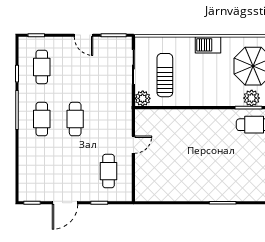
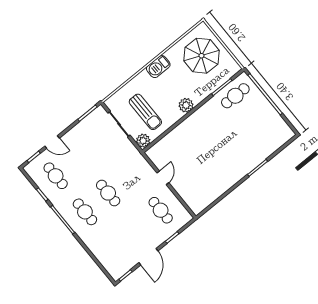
door: (83, 35) -> (52, 142), moved
sun lounger: (165, 75) -> (145, 112), turned 180
plant: (252, 98) -> (186, 105), moved

